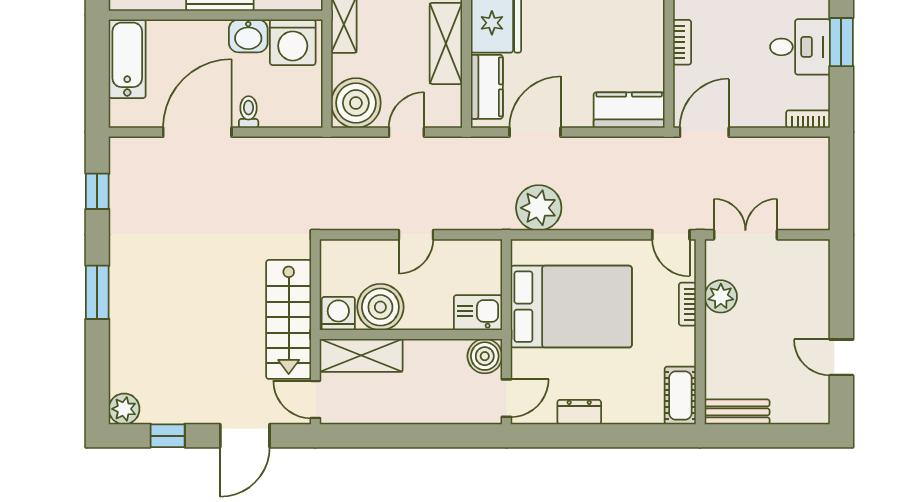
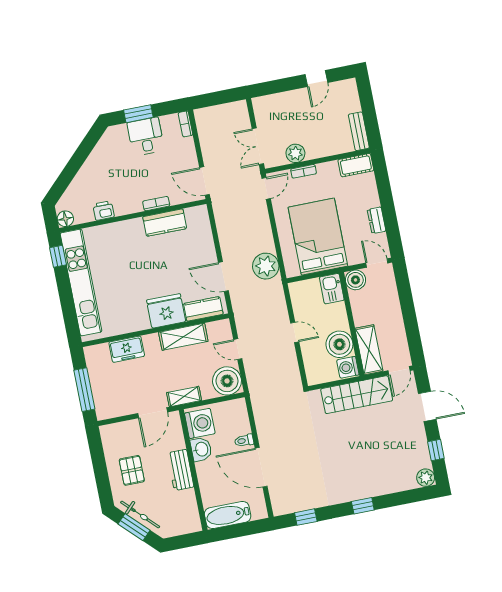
kitchen counter: (629, 110) -> (165, 223), moved, turned -90
window: (97, 292) -> (363, 506), width x0.67

